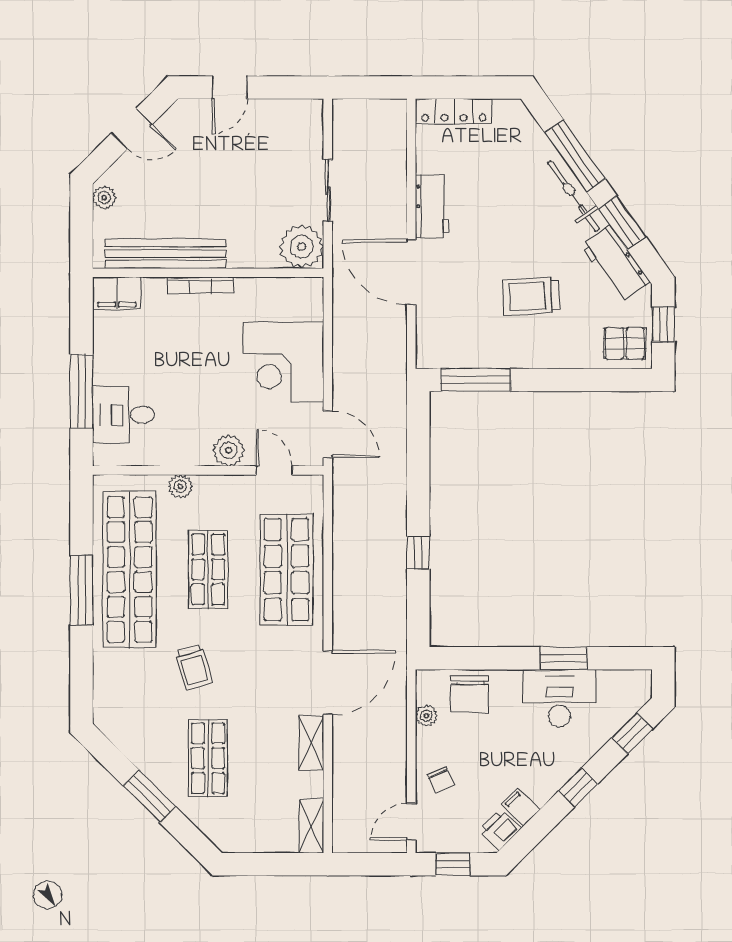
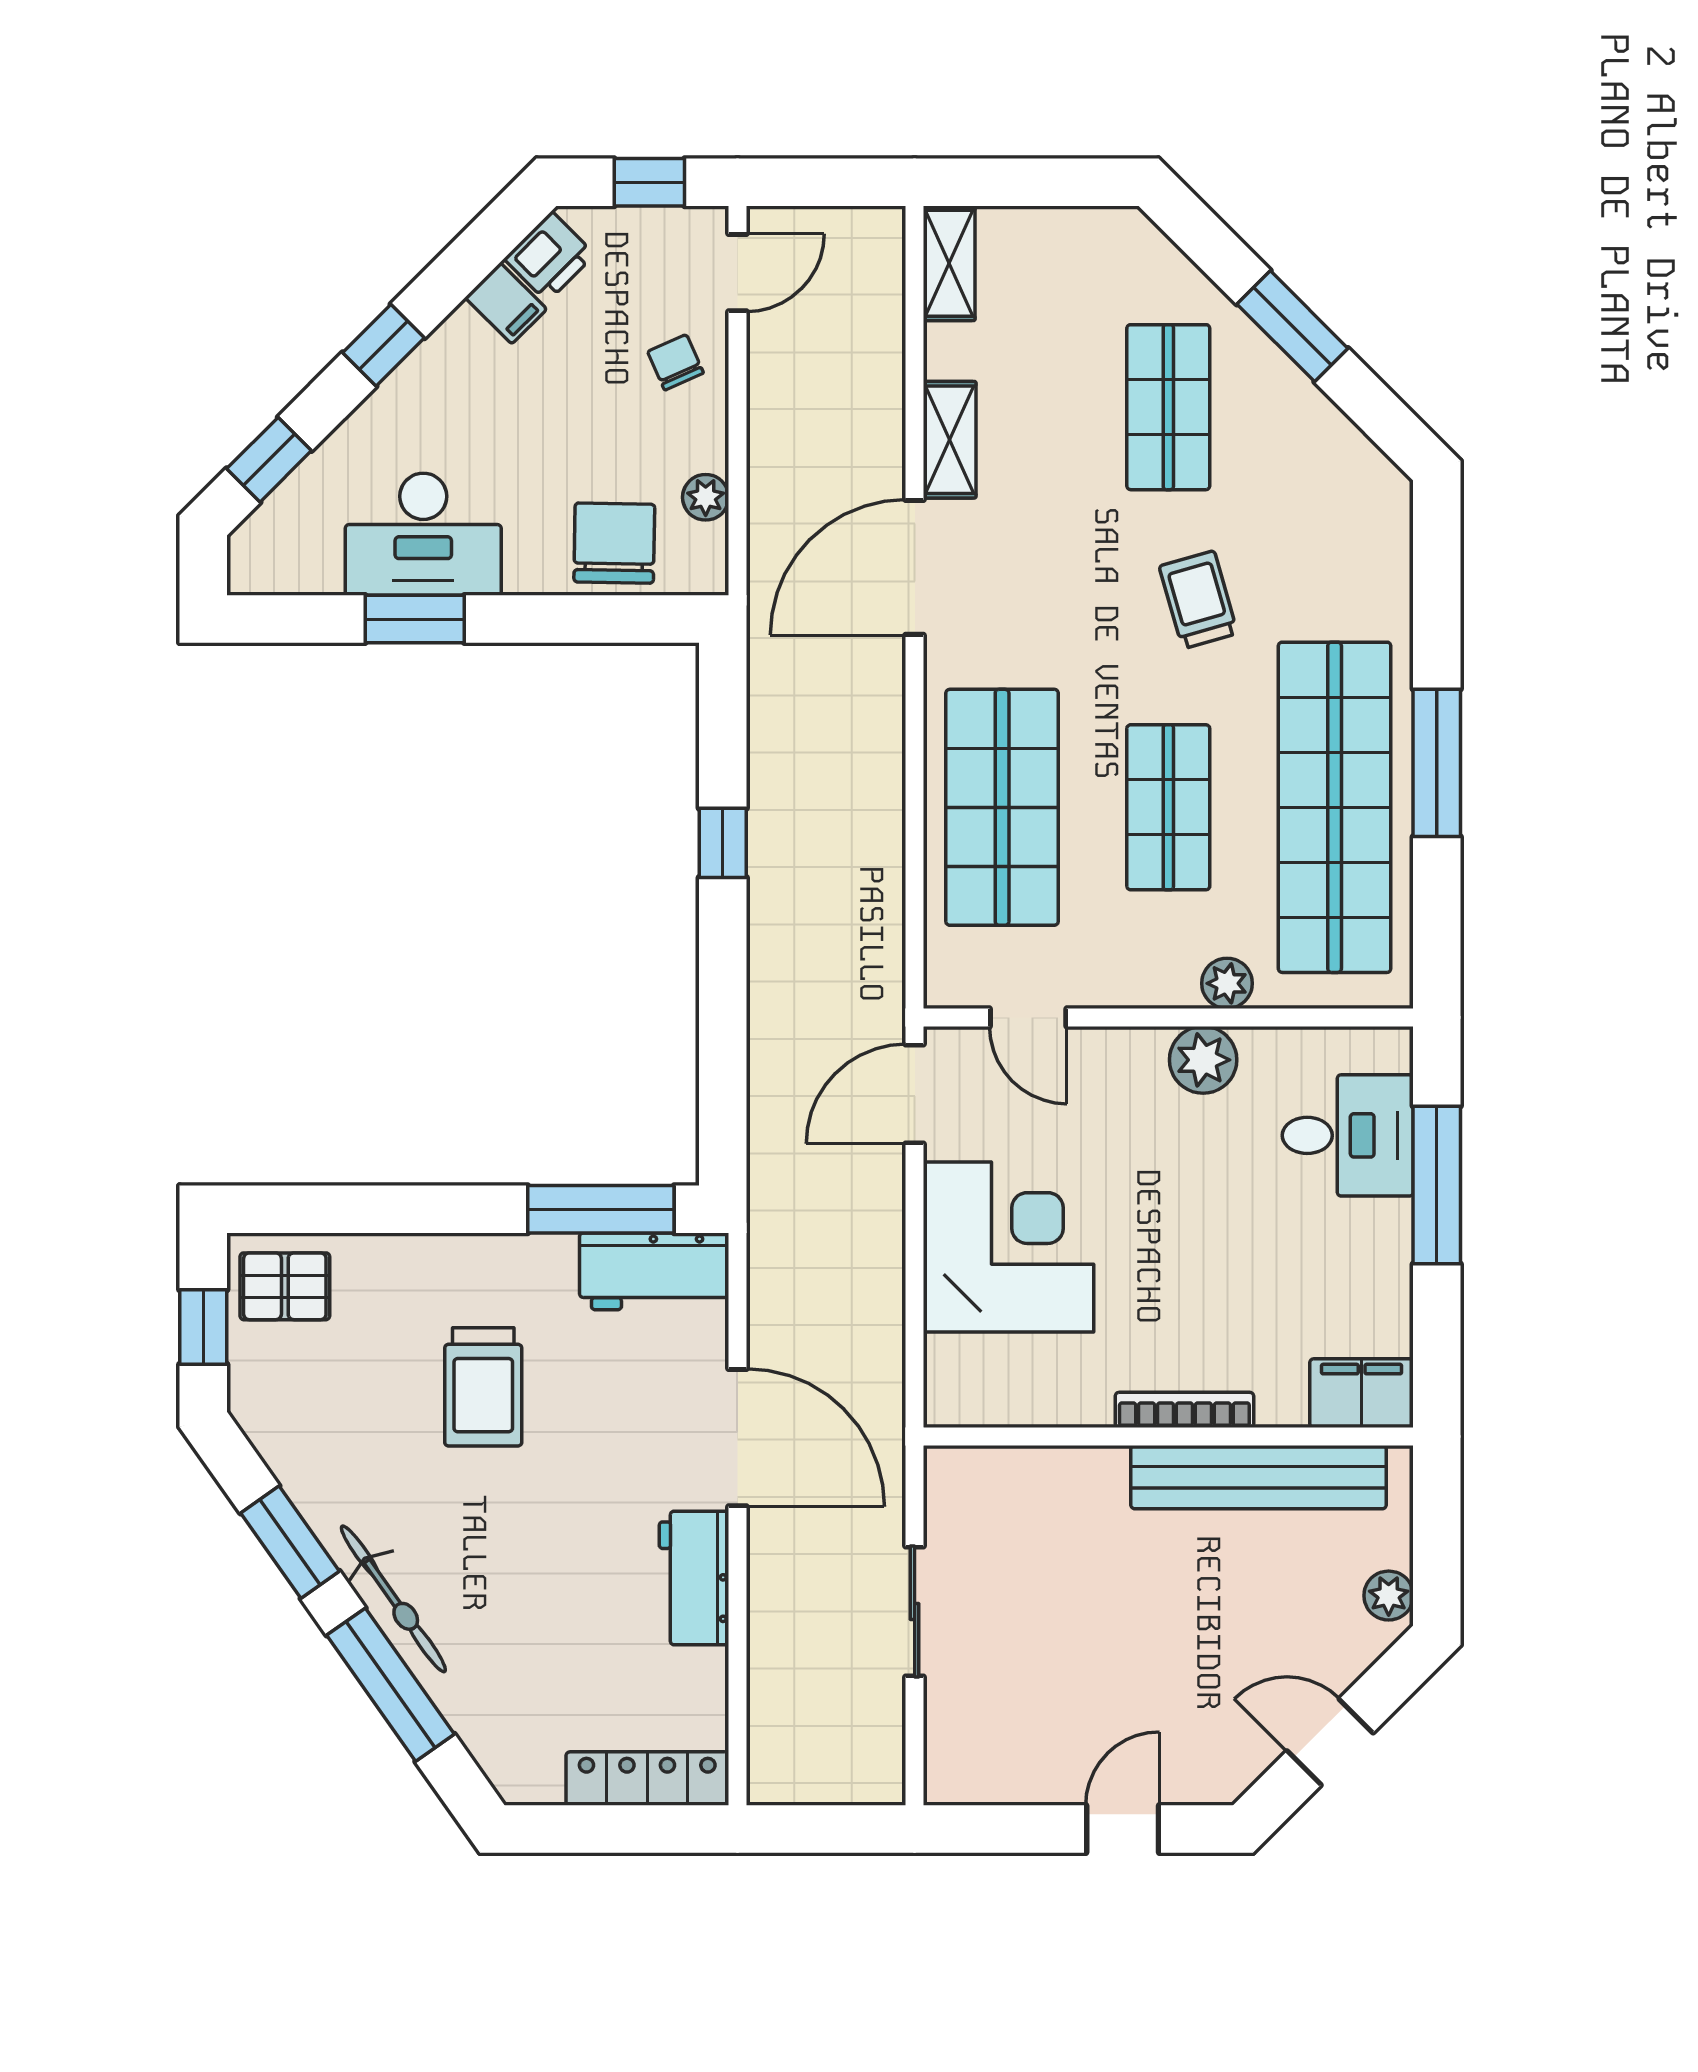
plant: (302, 247) -> (970, 1492), removed
workbench: (615, 264) -> (654, 1271), moved, turned 125
trolley: (531, 296) -> (483, 1387), turned 93
door: (328, 434) -> (915, 1094), hinge flipped
plant: (229, 450) -> (1203, 1060), moved

